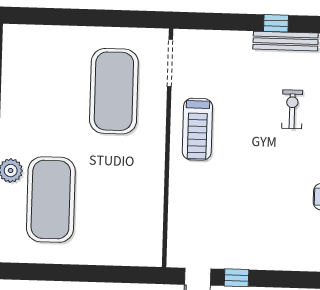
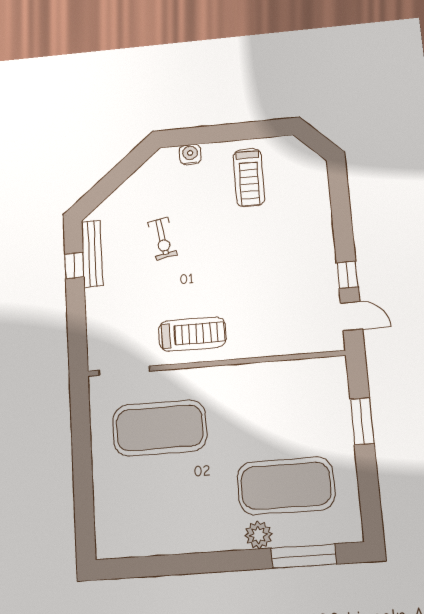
exercise bike: (292, 109) -> (162, 239), turned -100
window: (101, 274) -> (362, 421), added

